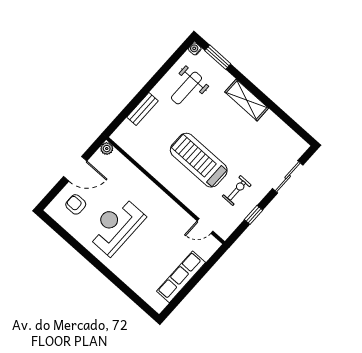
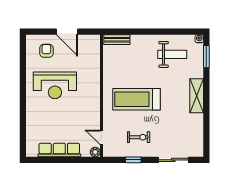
weight bench: (187, 88) -> (172, 54), turned 180
bench: (142, 109) -> (117, 40), moved
plant: (107, 149) -> (95, 152), moved
treadmill: (199, 160) -> (137, 99), turned -90
reception desk: (116, 226) -> (55, 85), turned 180

